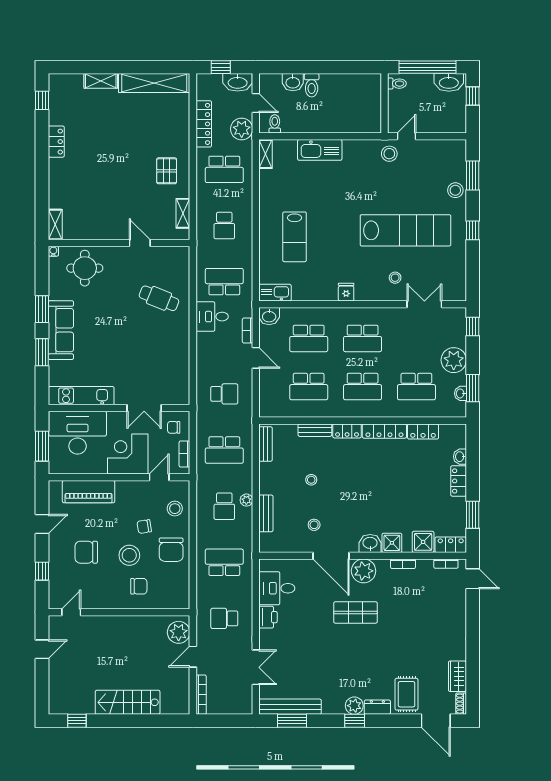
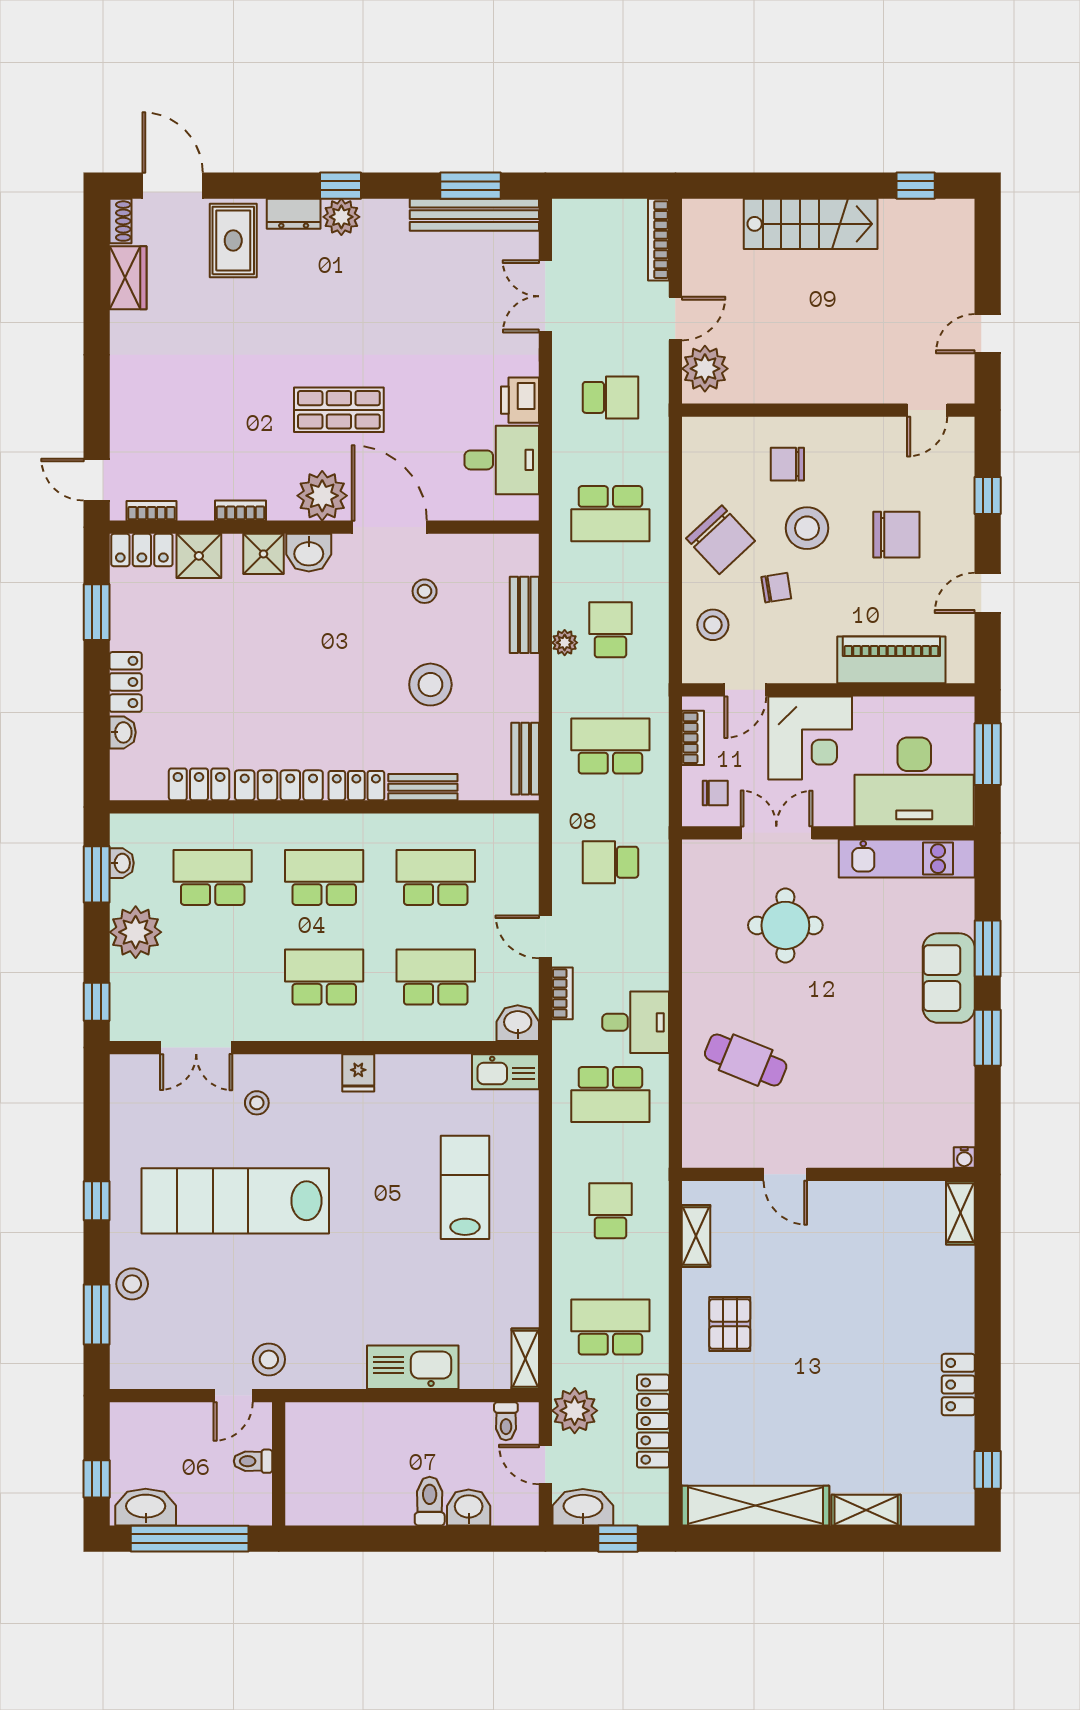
toilet: (397, 84) -> (253, 1461), moved
round table: (85, 268) -> (785, 925), moved
sofa: (61, 330) -> (949, 978), width x0.73
stool: (311, 480) -> (430, 685), width x1.89, depth x1.89
chair: (171, 550) -> (721, 540), turned 137

